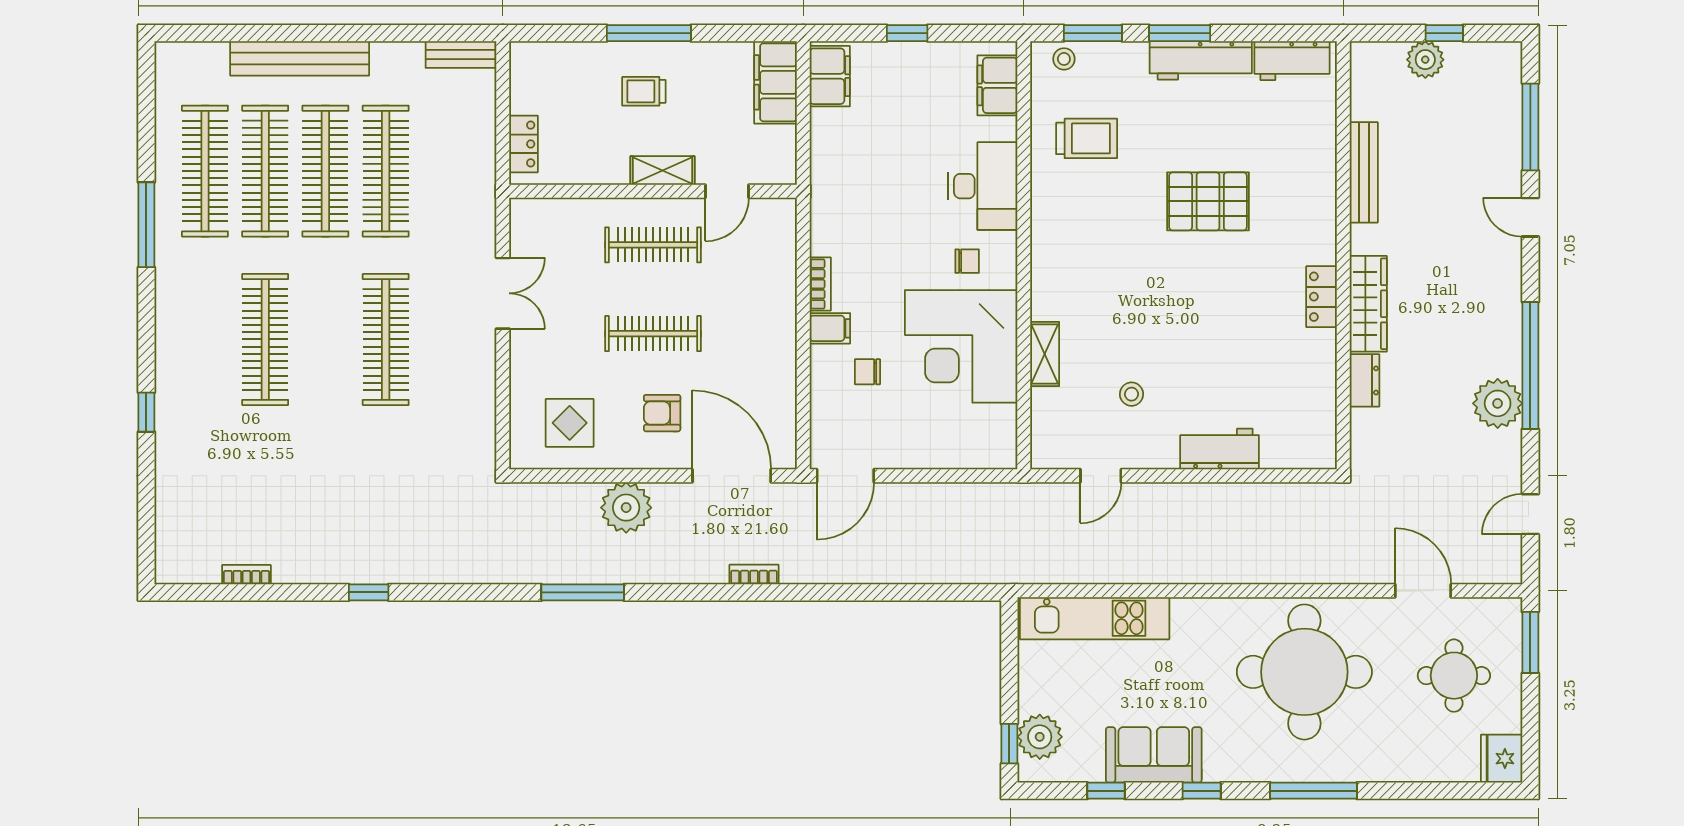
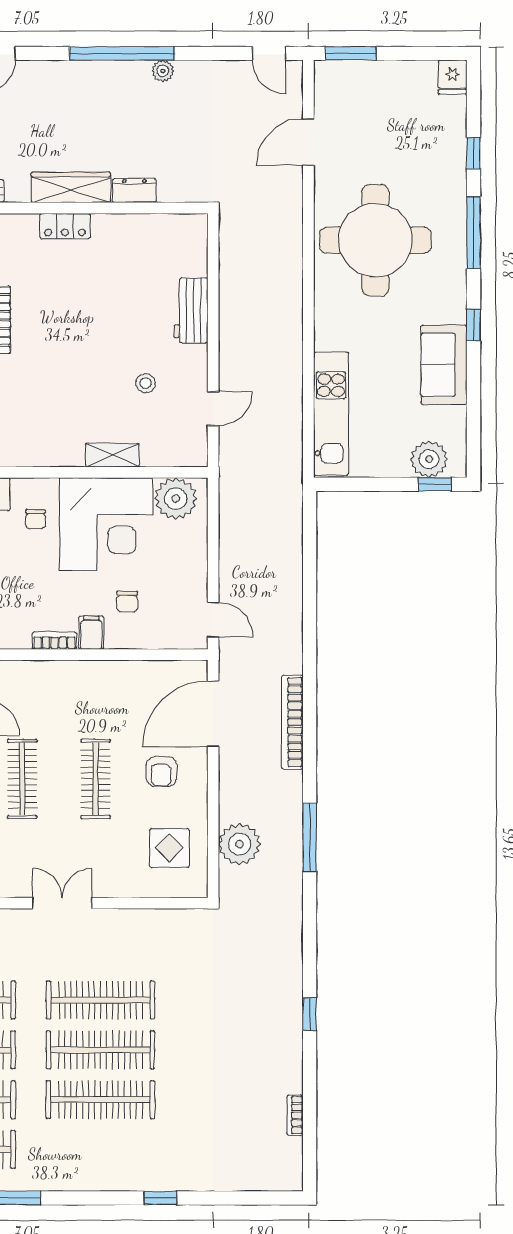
chair: (967, 261) -> (36, 519), turned 180
clothes rail: (325, 339) -> (100, 1050), added
plant: (1498, 403) -> (163, 71), width x0.53, depth x0.53
plant: (992, 431) -> (176, 499), added
door: (845, 476) -> (213, 620), width x0.73
door: (1101, 476) -> (213, 409), hinge flipped
plant: (626, 508) -> (239, 844), moved
door: (1530, 514) -> (269, 53), moved
bookcase: (754, 575) -> (292, 722), width x2.31, depth x1.31
round table: (1454, 676) -> (378, 117), removed
fridge: (1502, 759) -> (453, 77), width x0.72
window: (1106, 791) -> (474, 153), moved

